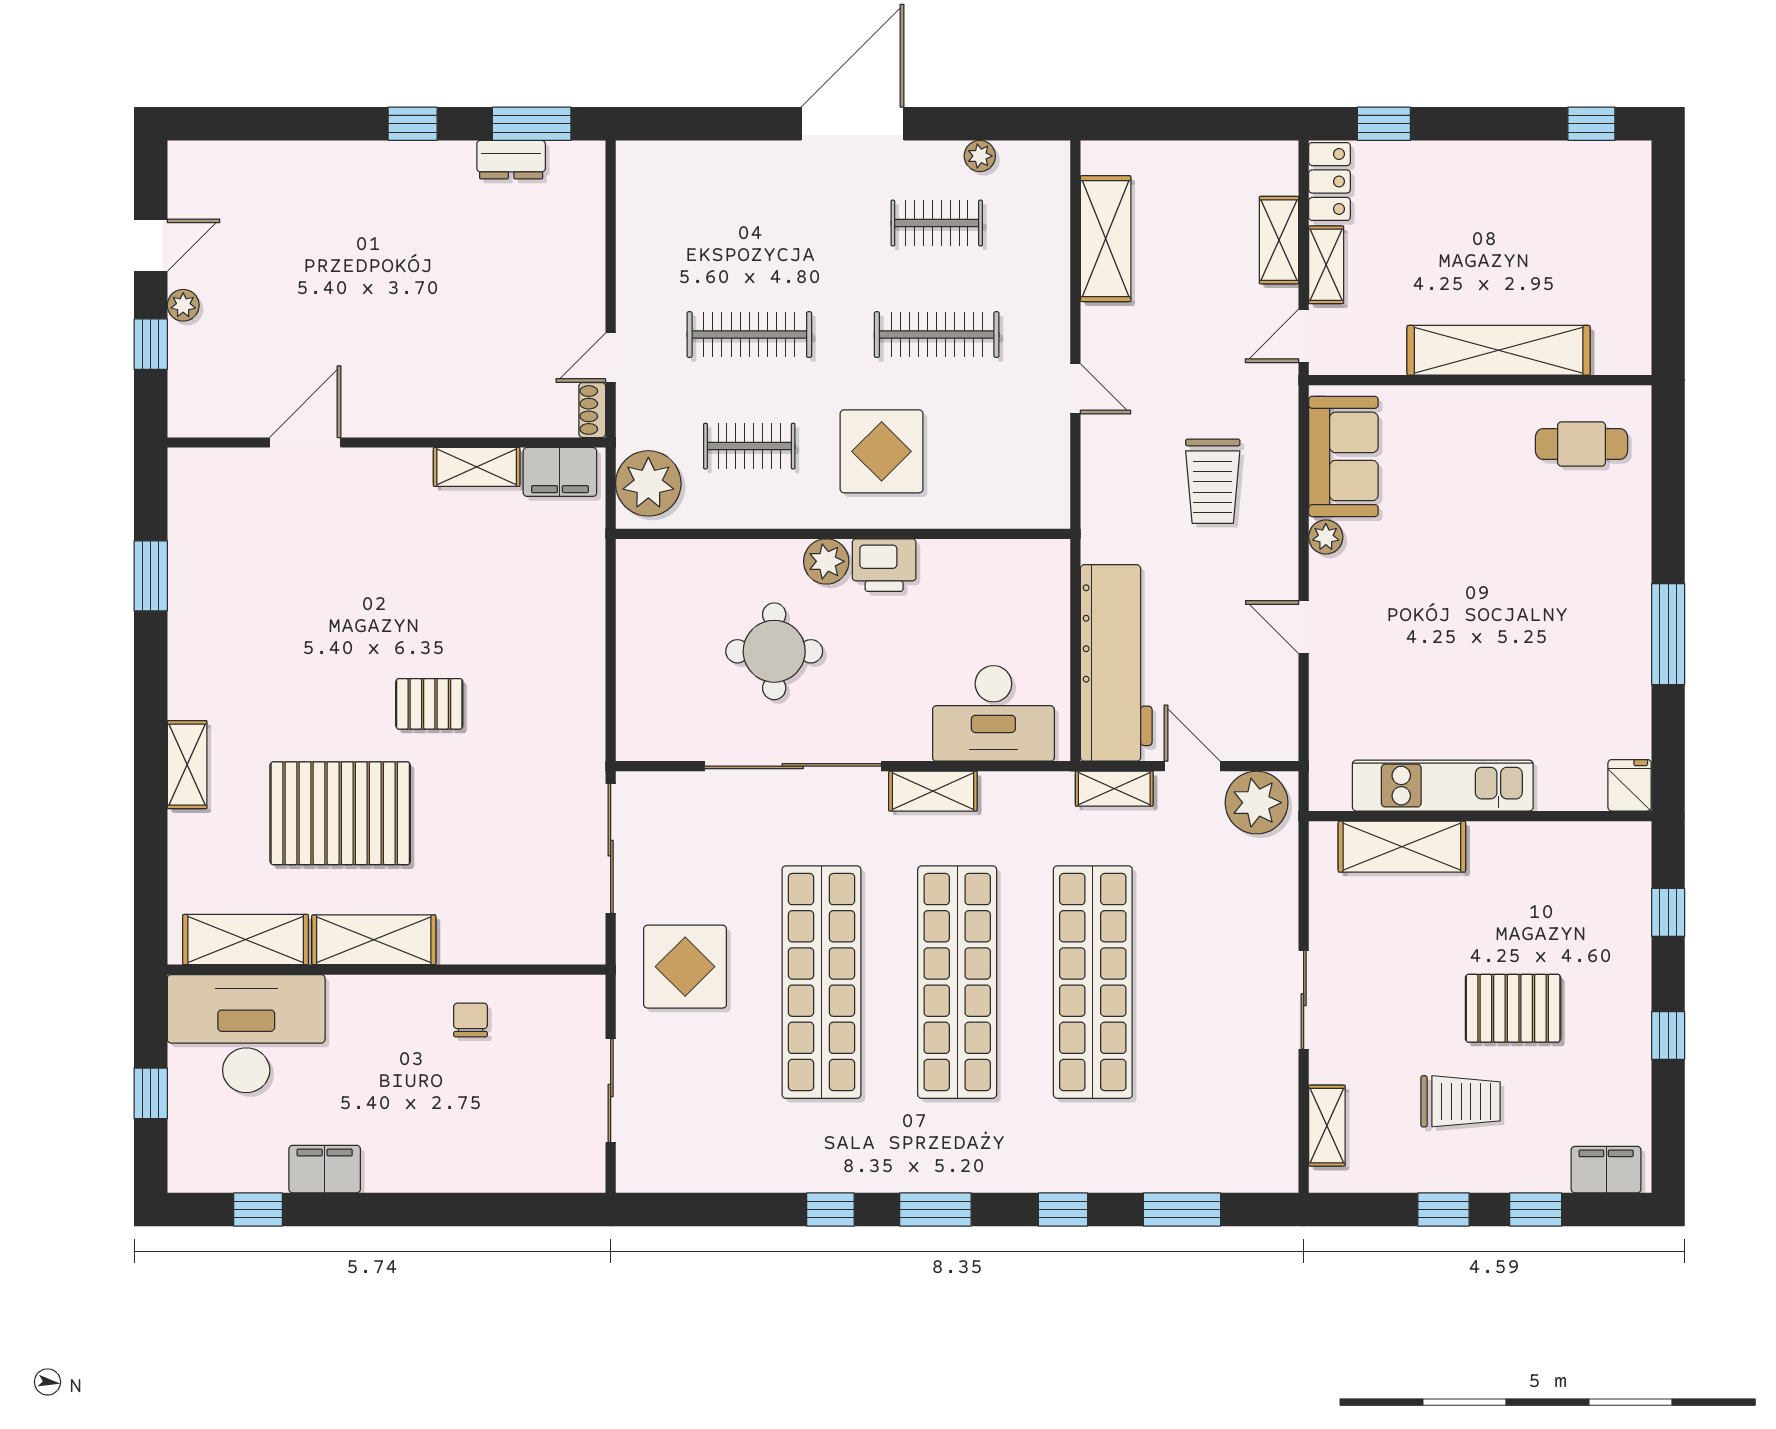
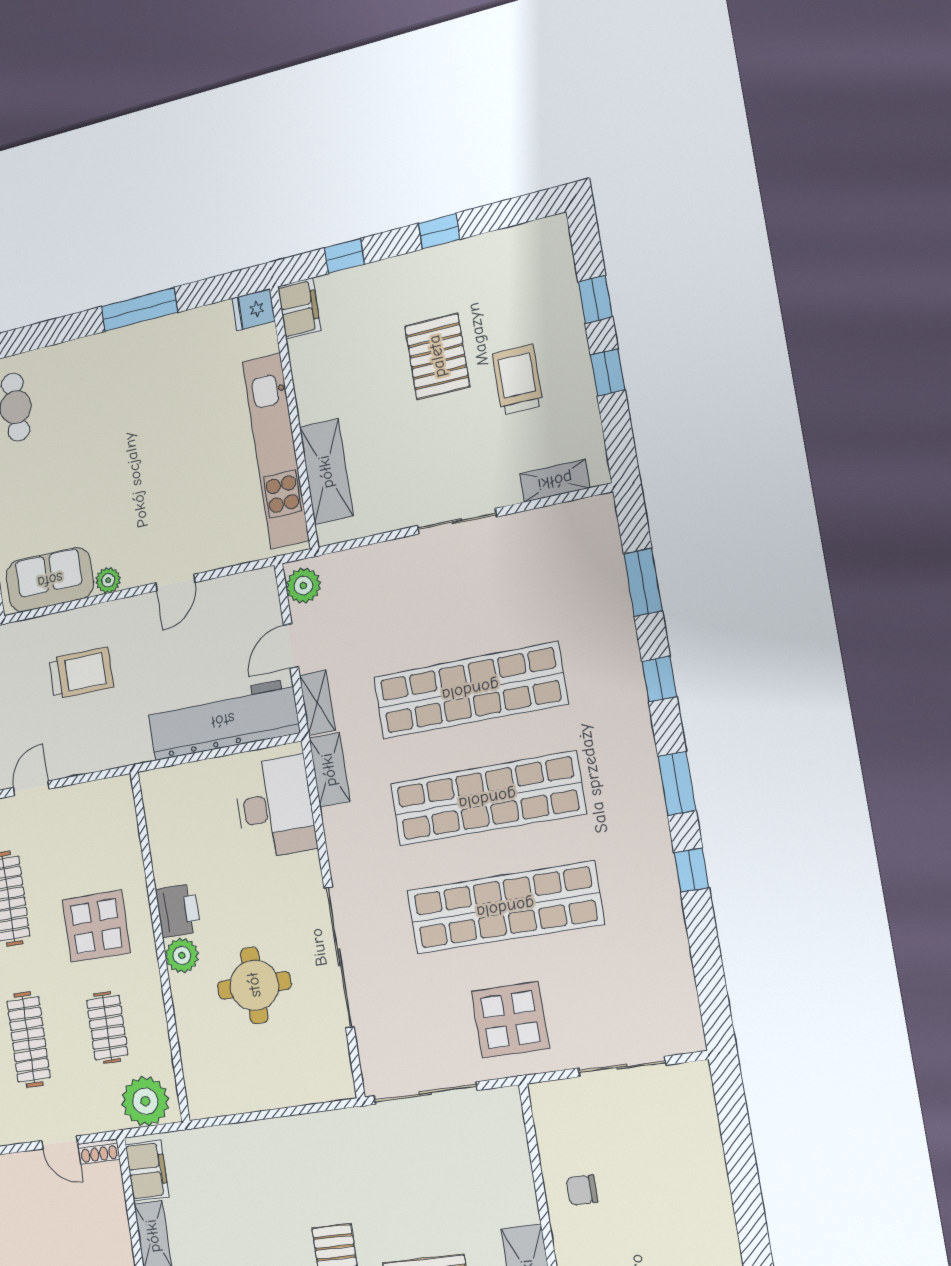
kitchen unit: (1443, 786) -> (276, 451), width x1.36
shelving: (933, 791) -> (329, 770), moved
plant: (1257, 803) -> (303, 586), width x0.73, depth x0.73
filing cabinet: (1606, 1170) -> (299, 308), moved, turned 180

